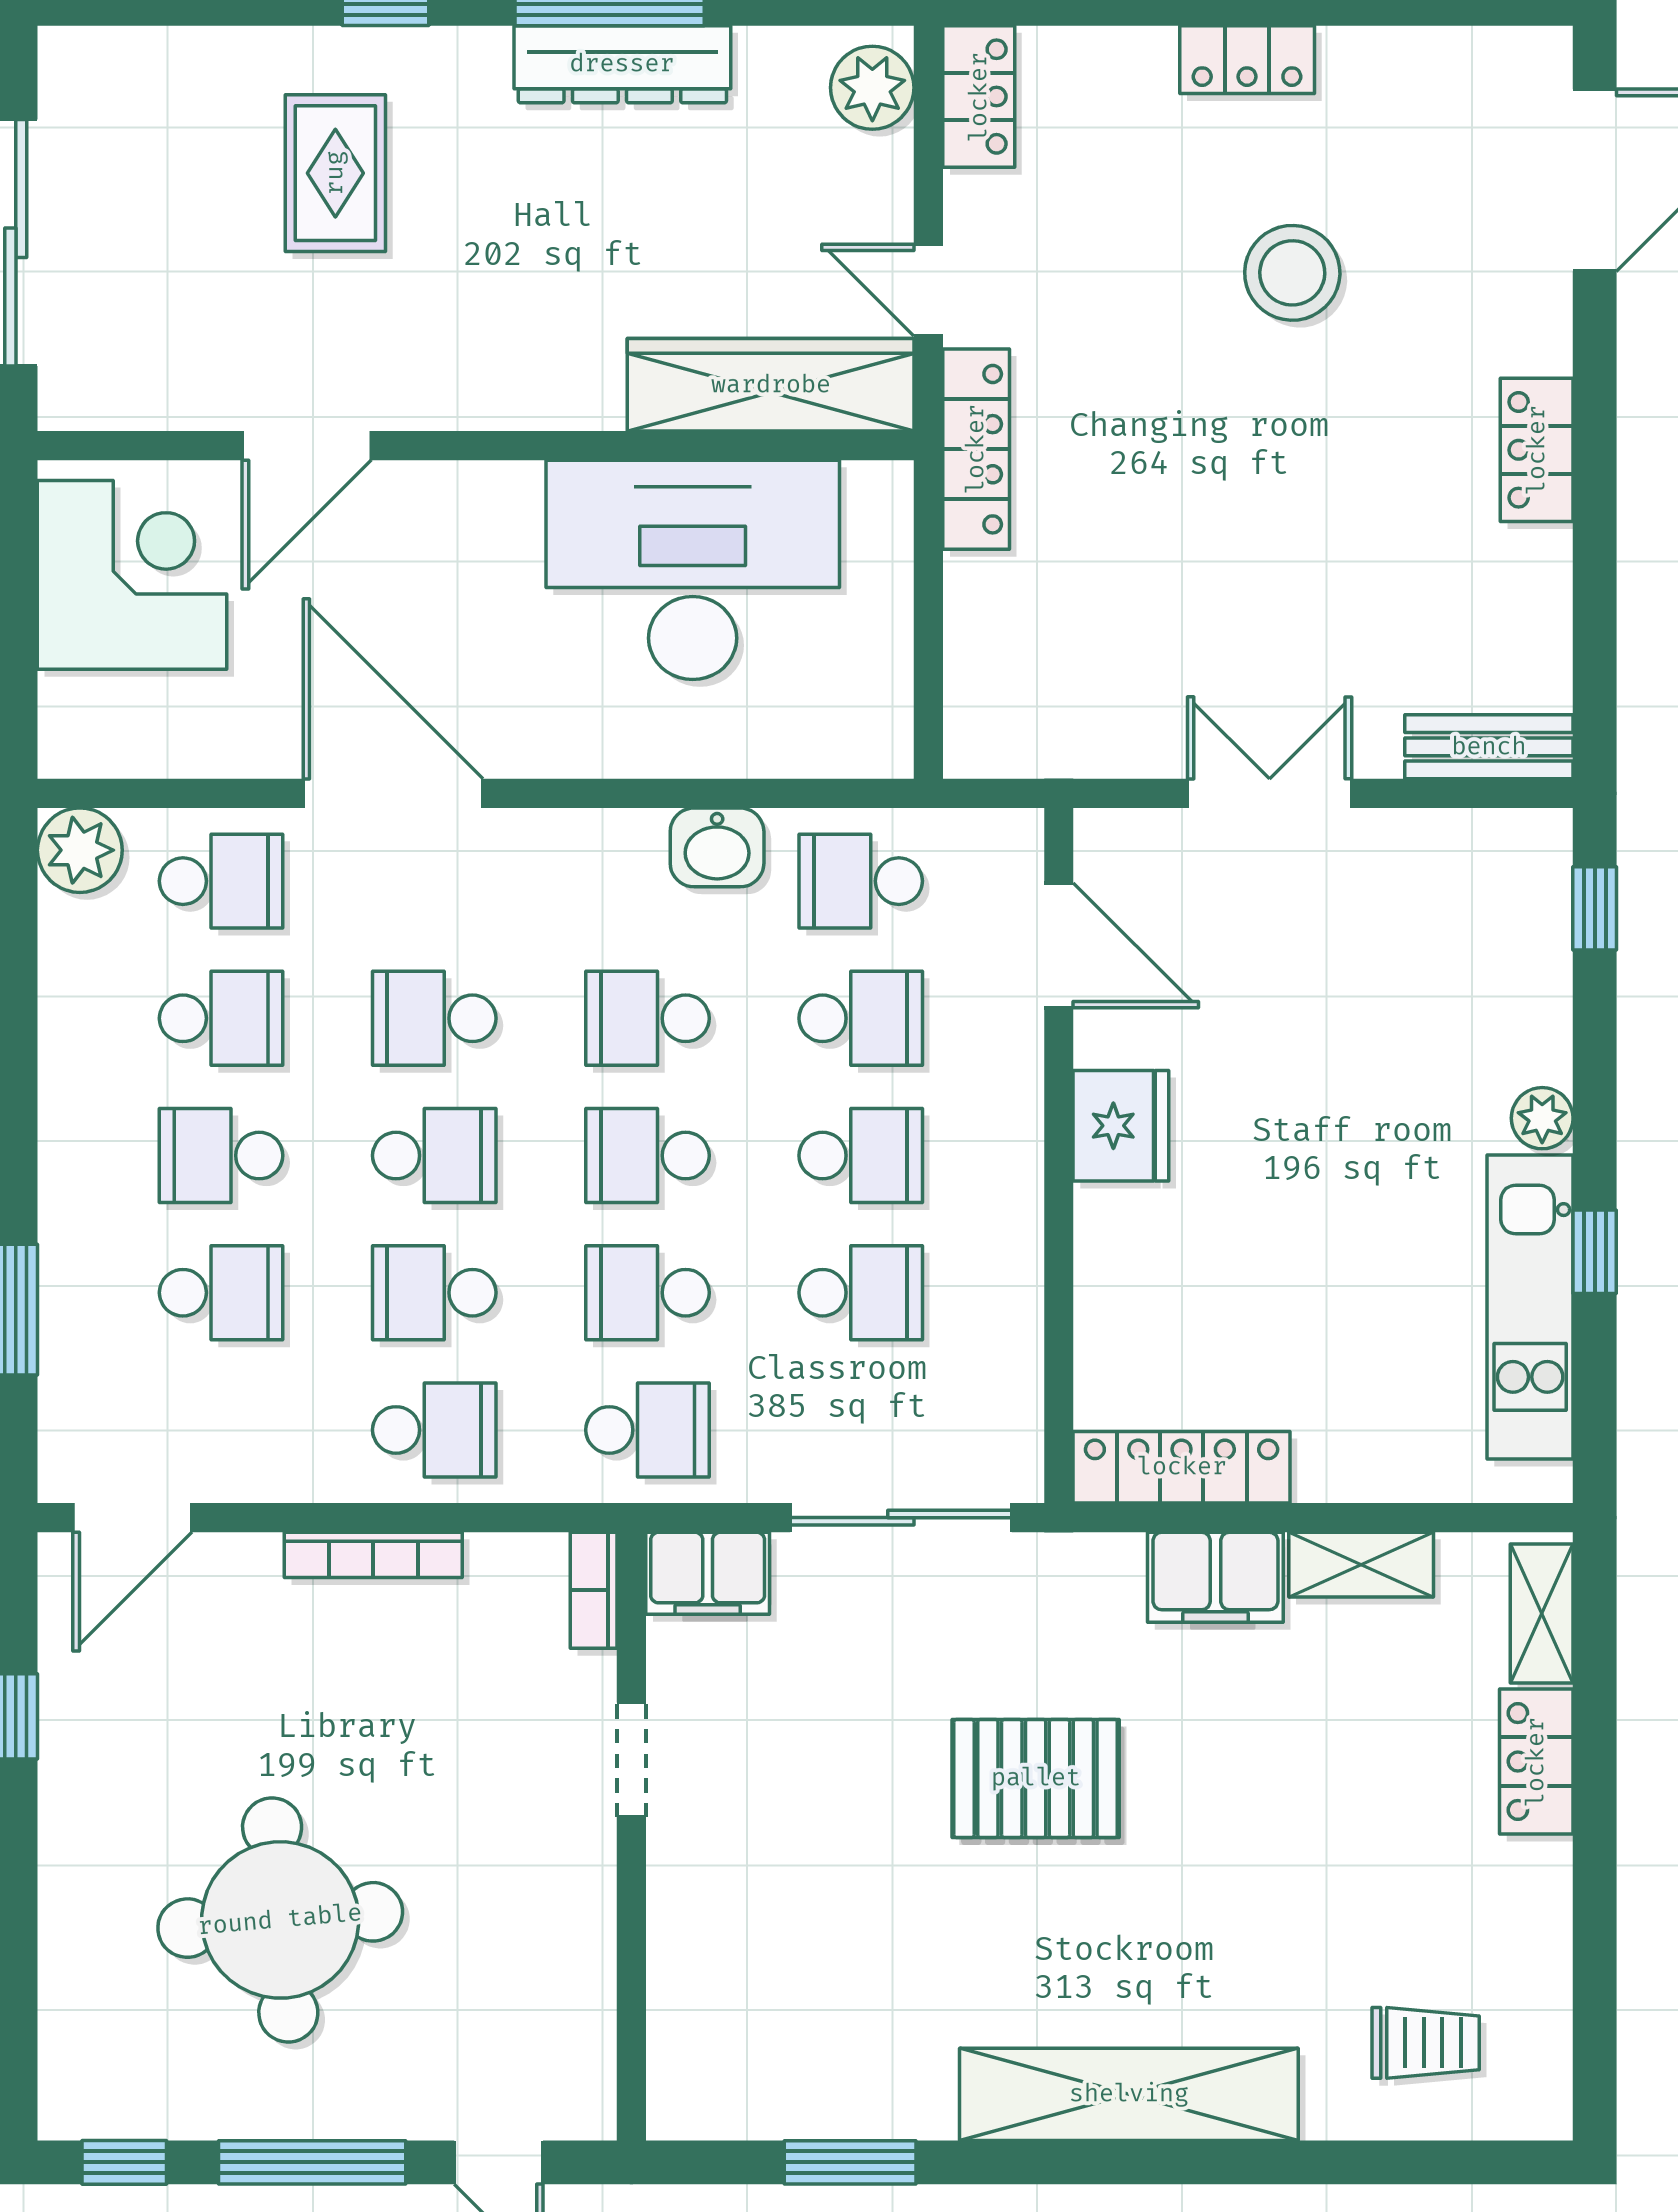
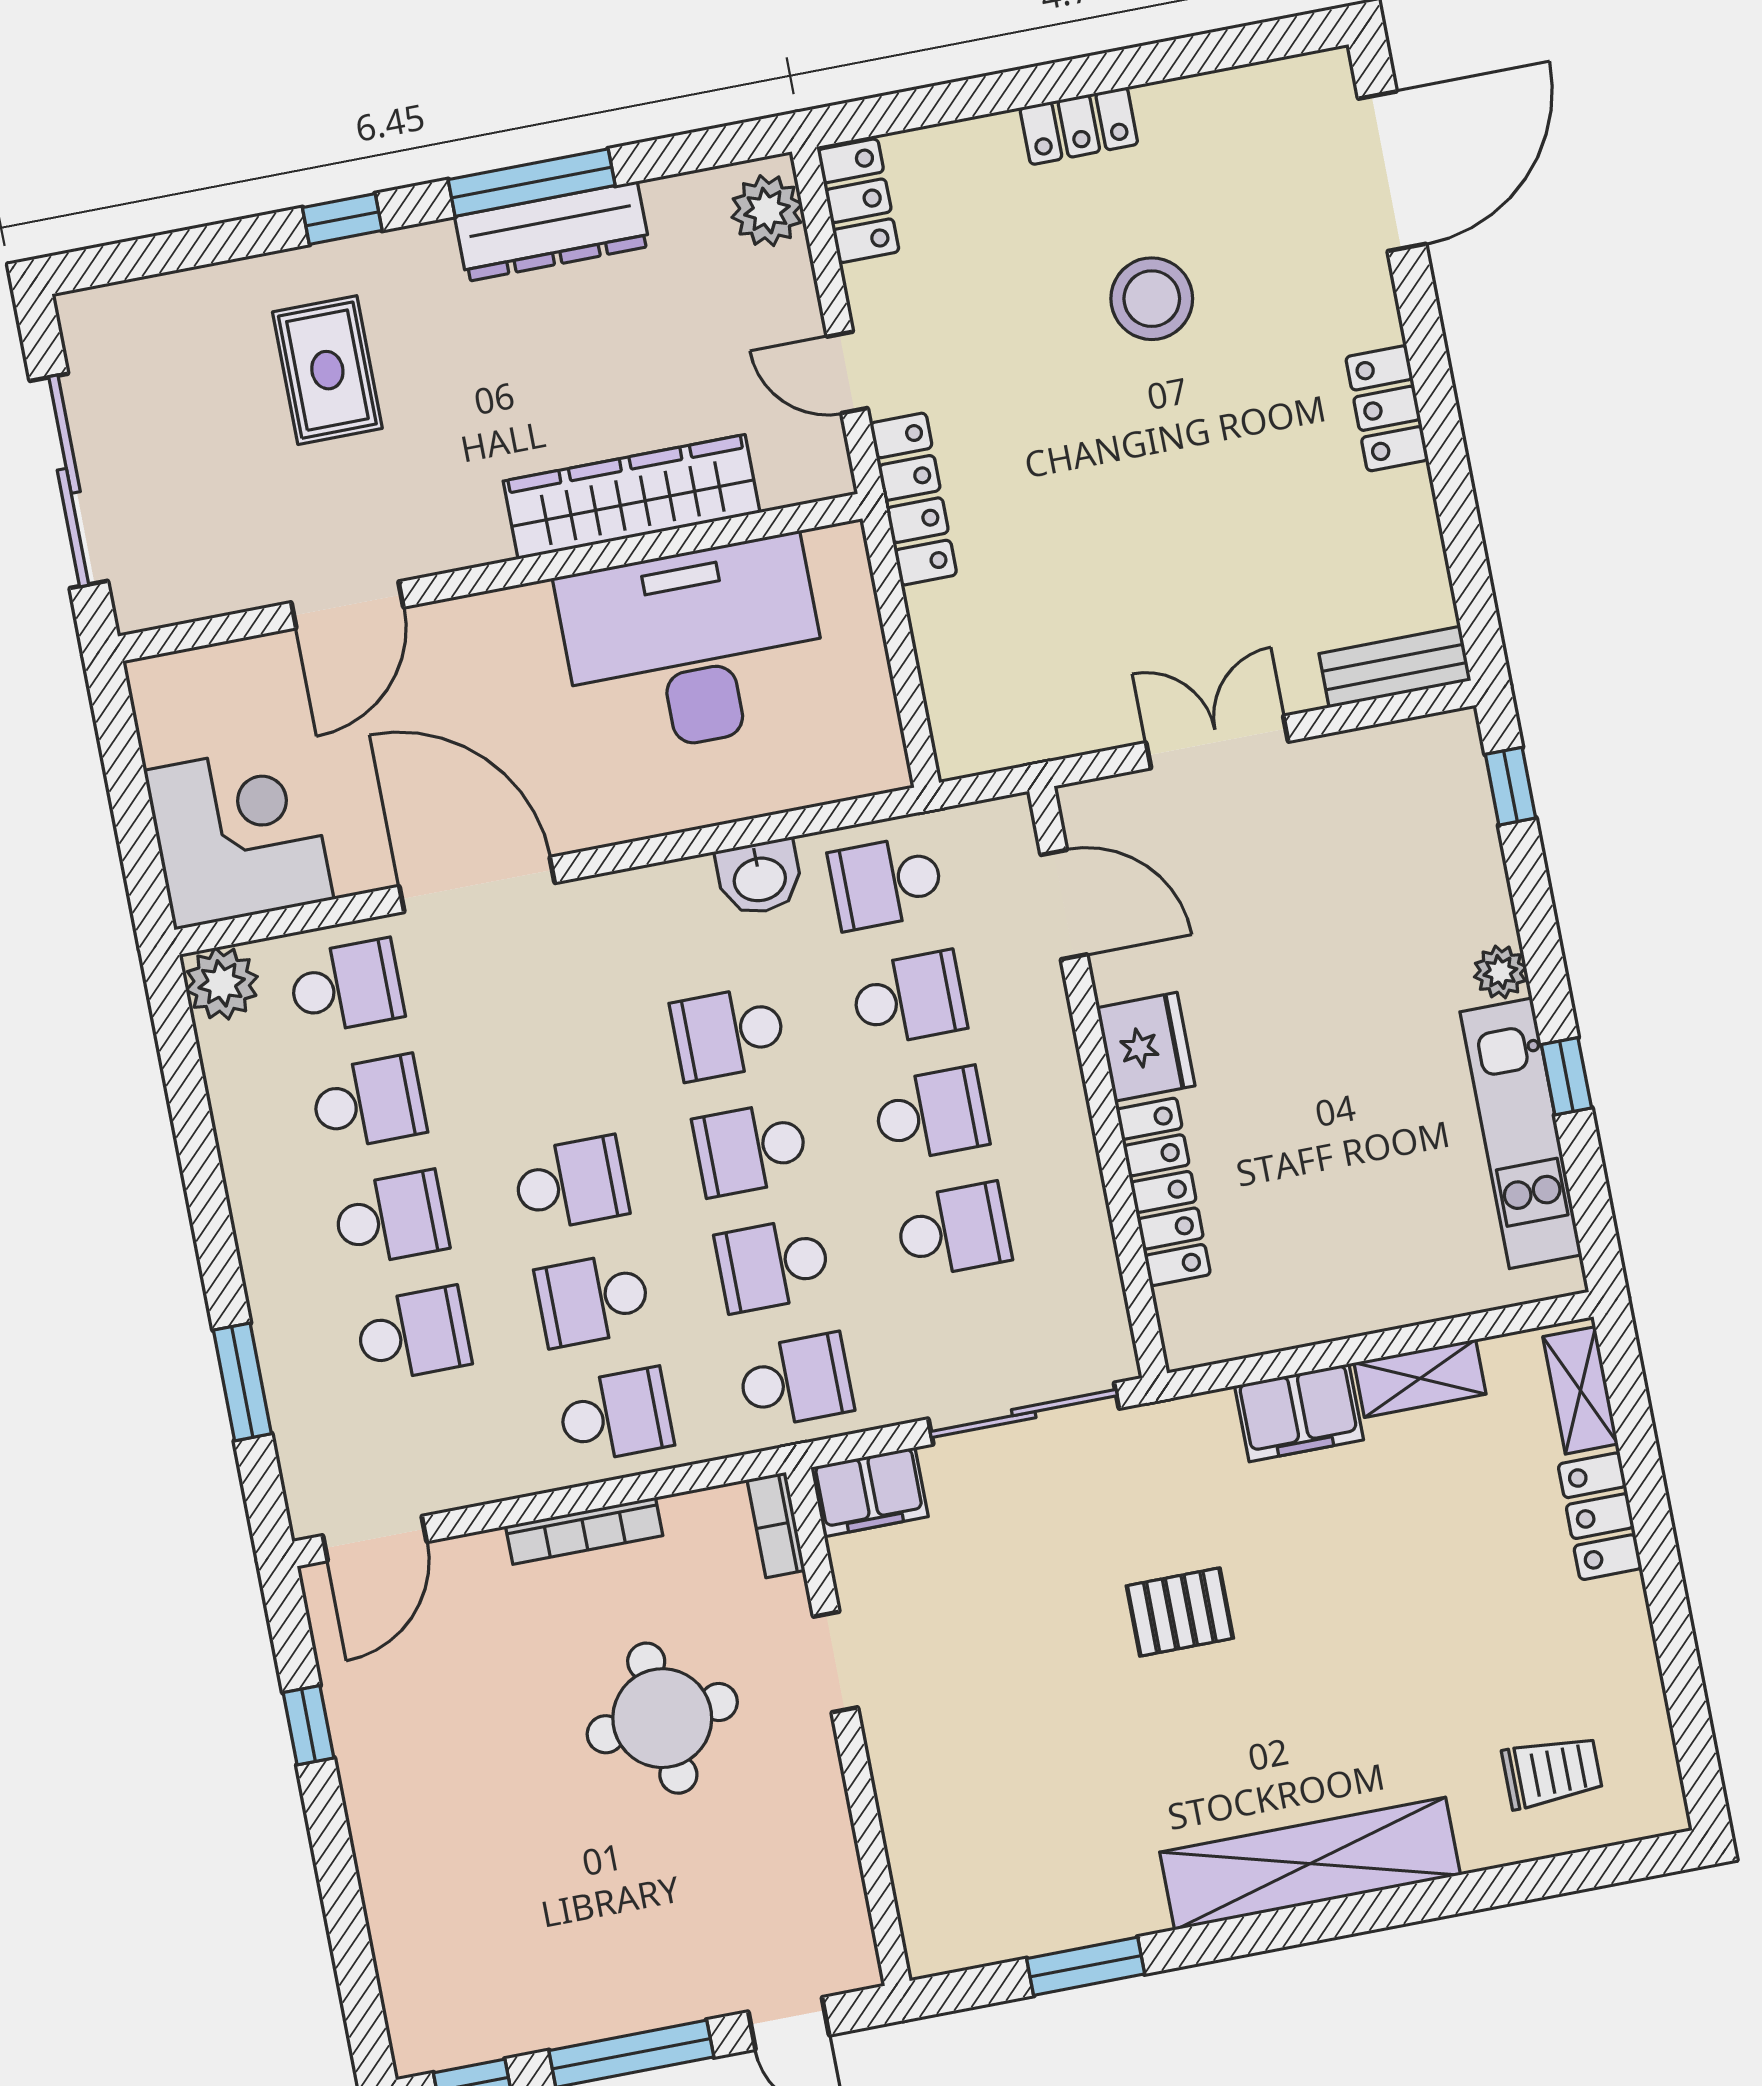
wardrobe: (771, 385) -> (632, 497), moved
corner desk: (132, 575) -> (239, 835), moved
school desk: (434, 1018) -> (548, 1068), removed
school desk: (221, 1156) -> (391, 1218), turned 180
locker: (1182, 1467) -> (1163, 1192), moved, turned 90
pallet: (1036, 1778) -> (1180, 1612), width x0.67, depth x0.71
round table: (280, 1920) -> (662, 1718), moved, width x0.73, depth x0.73

